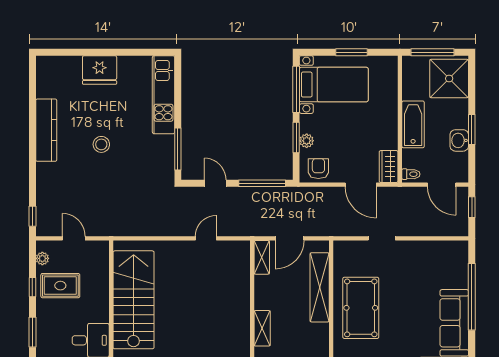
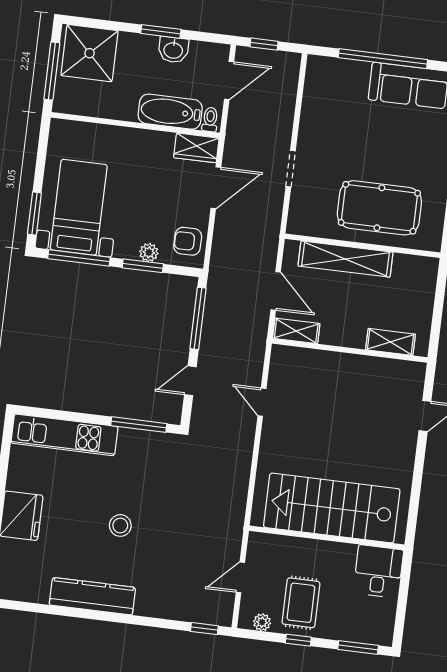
window: (351, 52) -> (34, 214), moved
bathtub: (413, 124) -> (170, 112), moved

